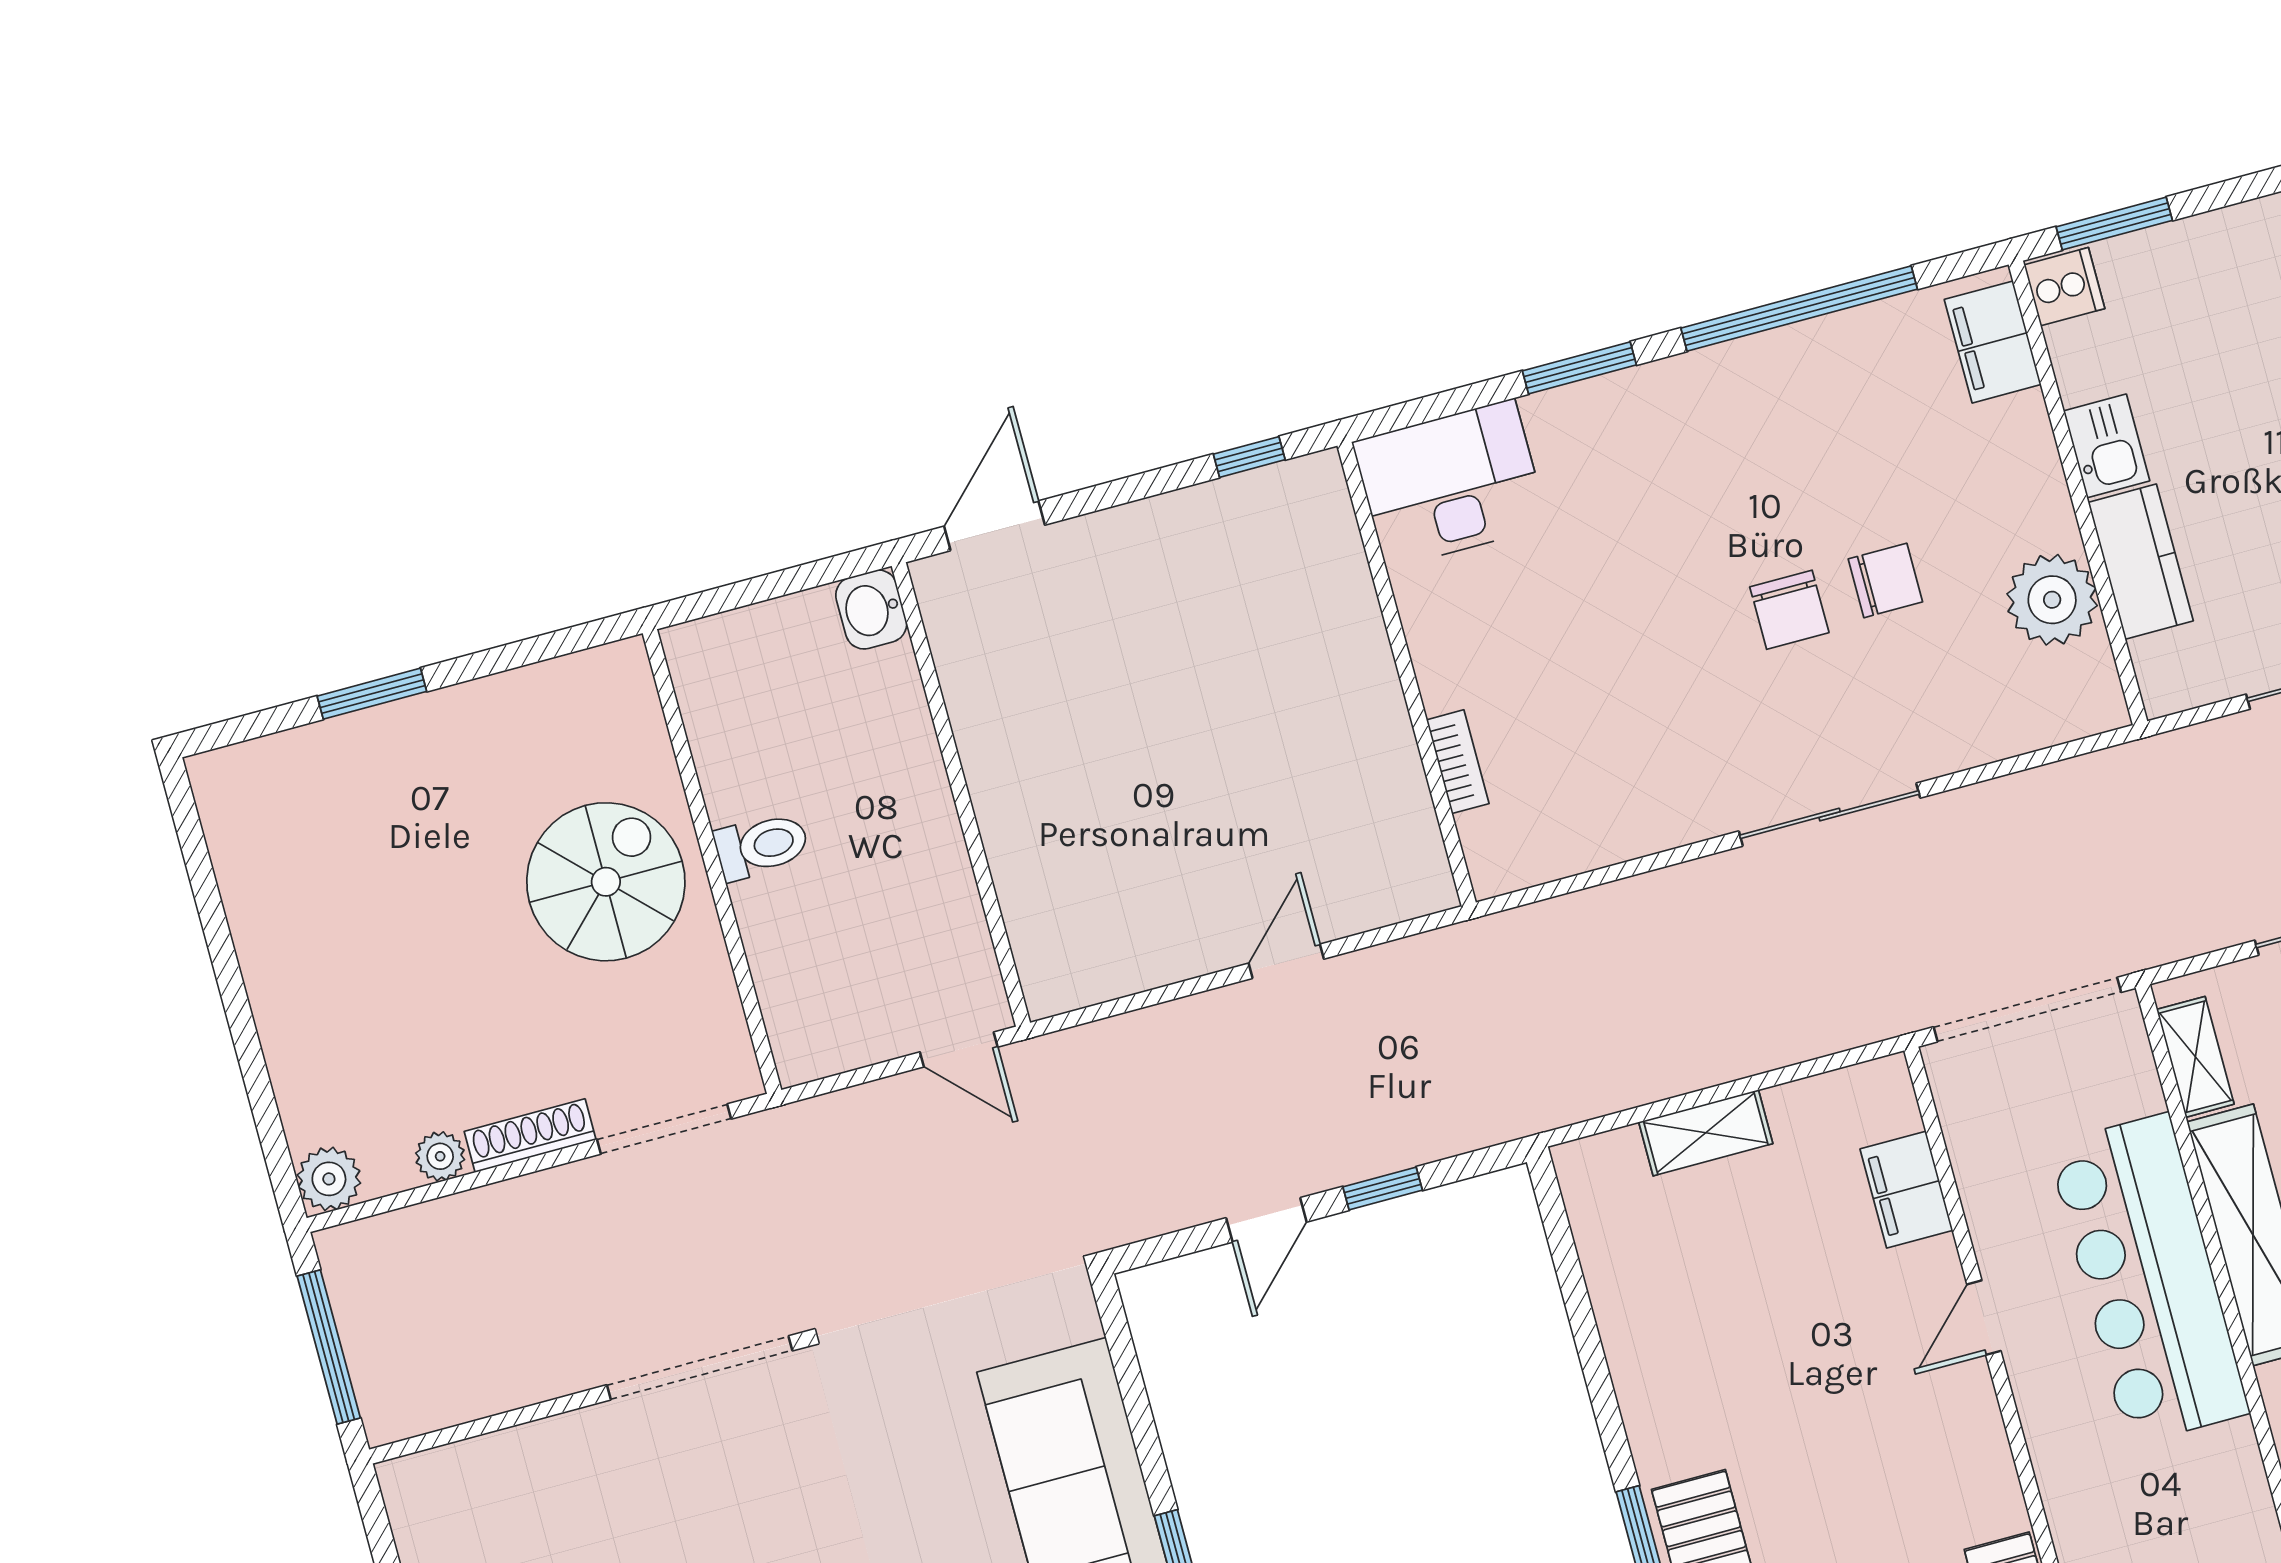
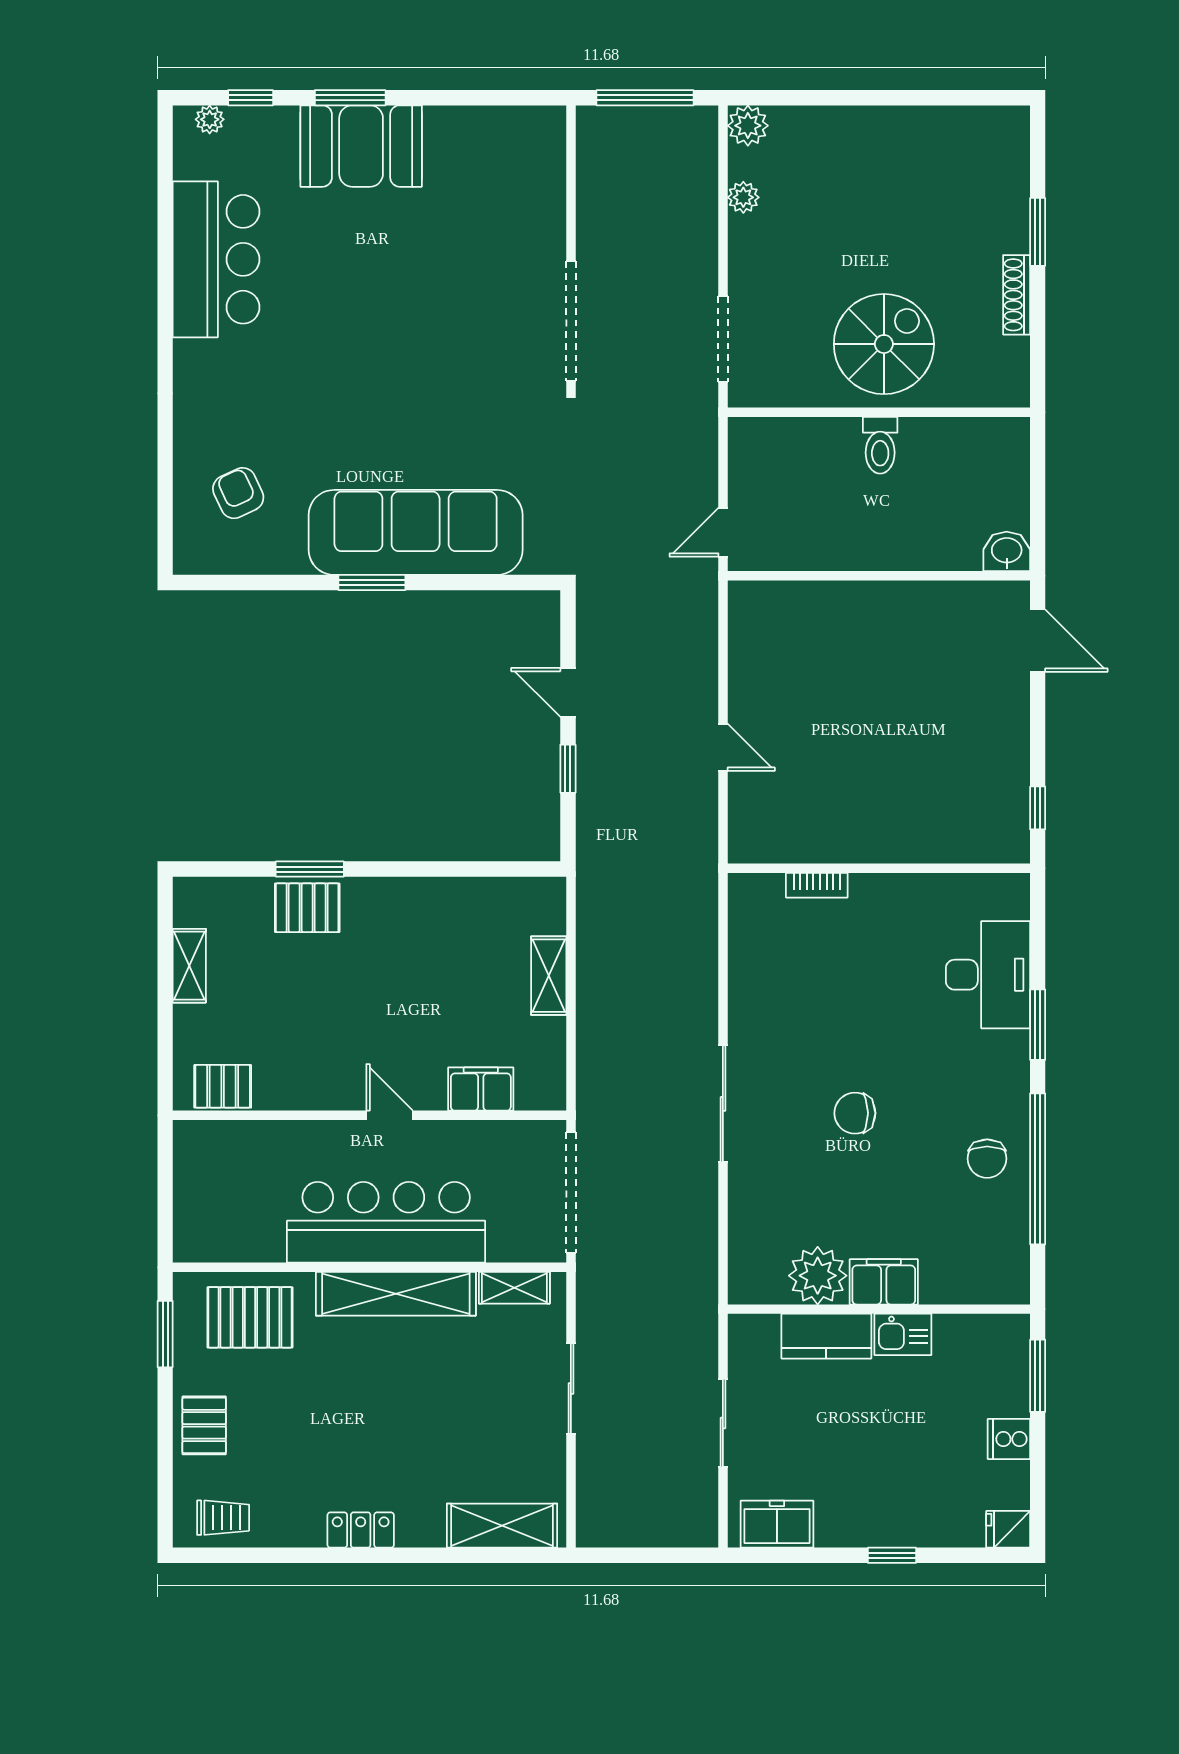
cooker: (2064, 287) -> (1009, 1439), moved, turned 90
filing cabinet: (1993, 342) -> (884, 1282), moved
desk: (1450, 484) -> (988, 975), moved
chair: (1885, 580) -> (987, 1159), moved
spiral stairs: (606, 882) -> (884, 344), turned -90
shoe rack: (530, 1136) -> (1017, 295), moved, turned 180

